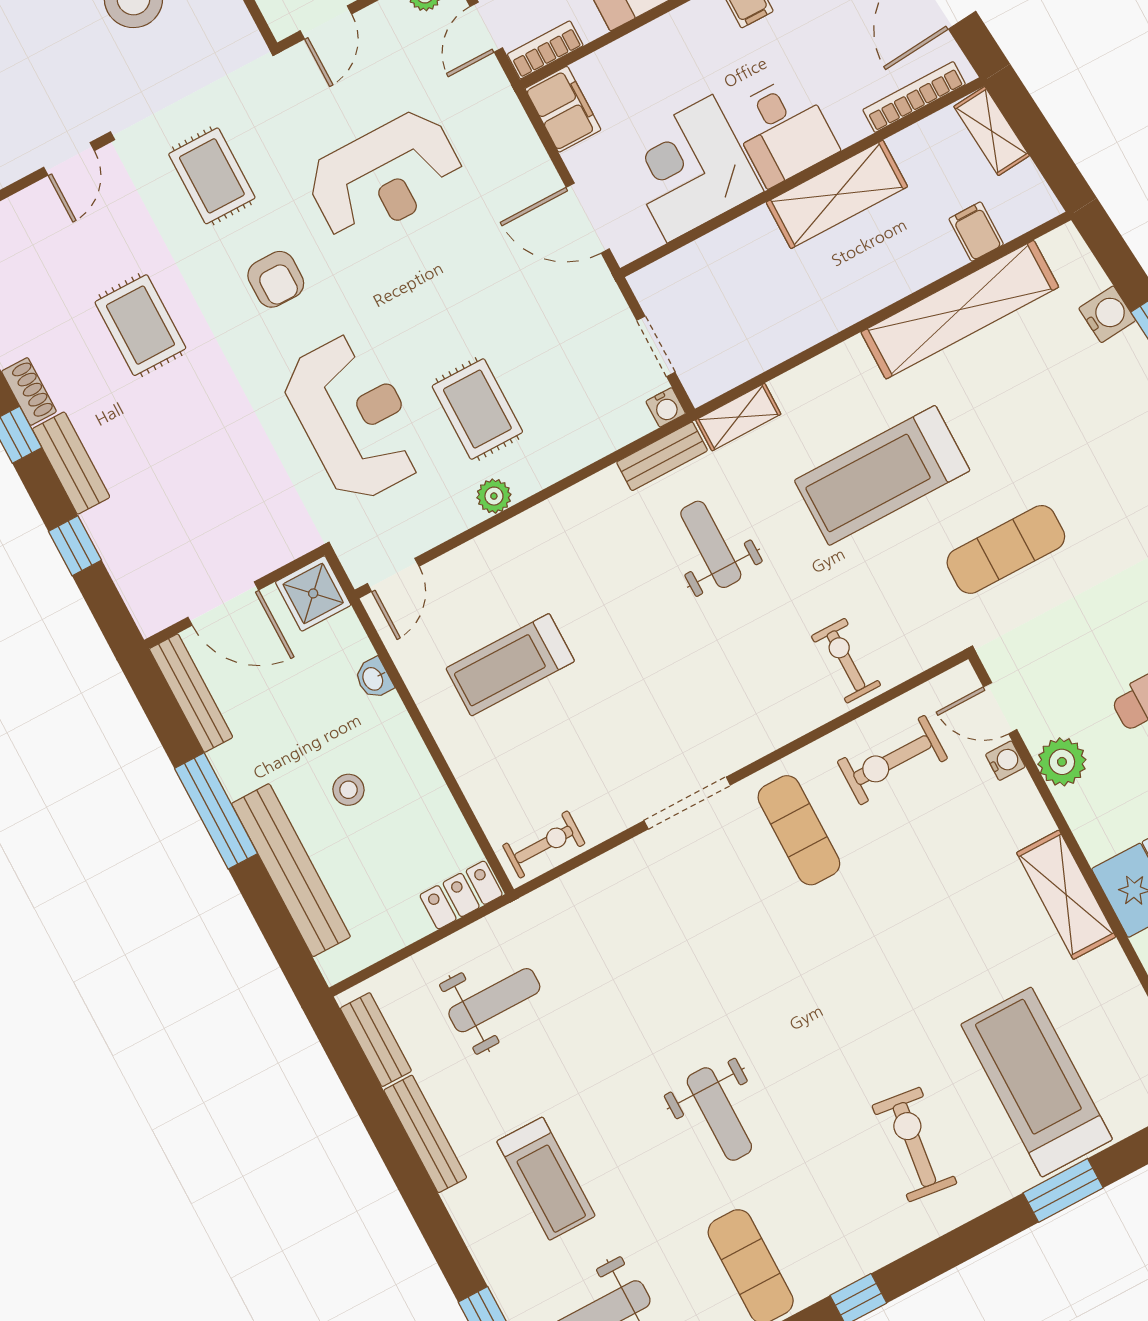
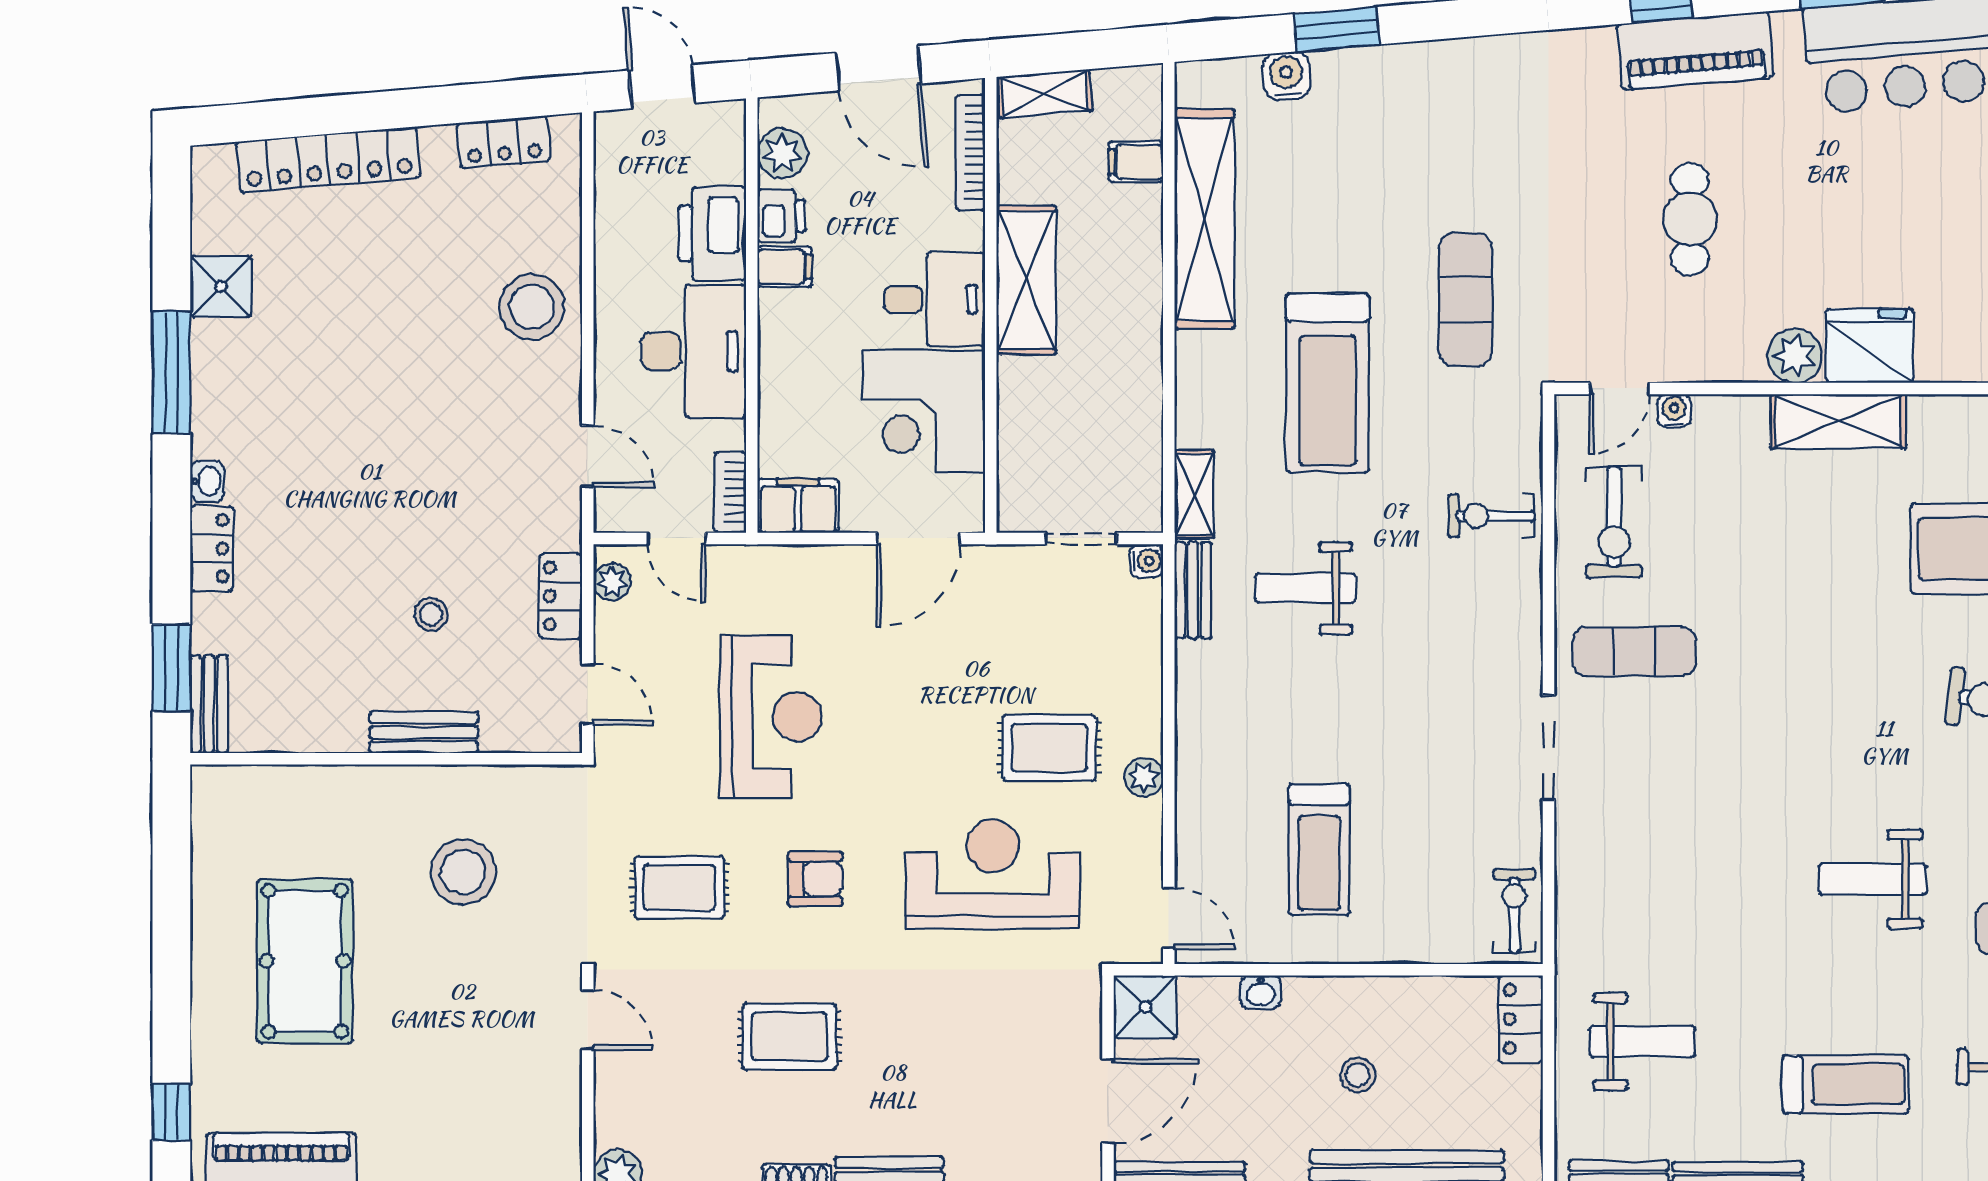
plant: (1062, 762) -> (1795, 356), moved
weight bench: (494, 1000) -> (1642, 1042), turned 90
weight bench: (719, 1114) -> (1873, 879), turned 180

